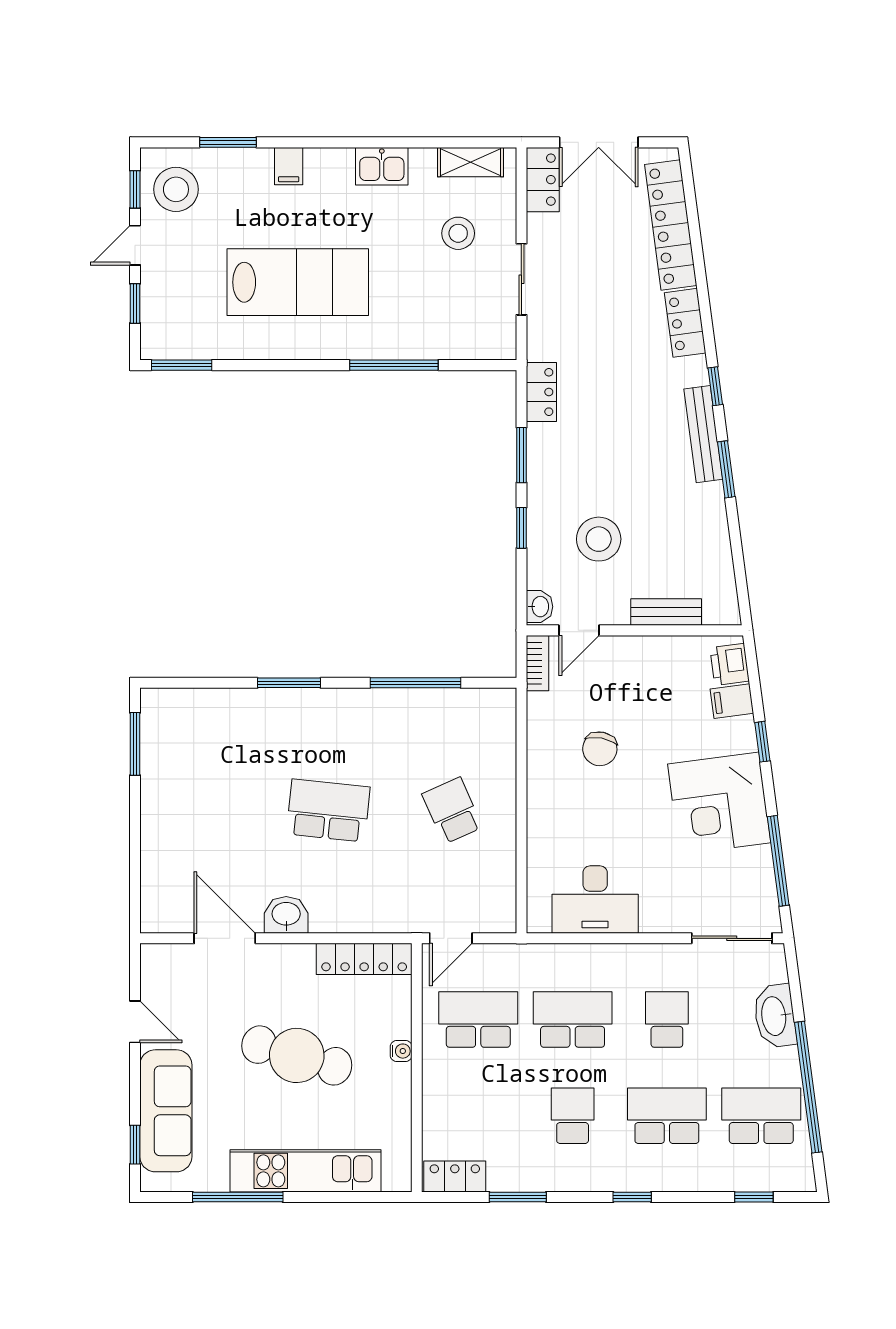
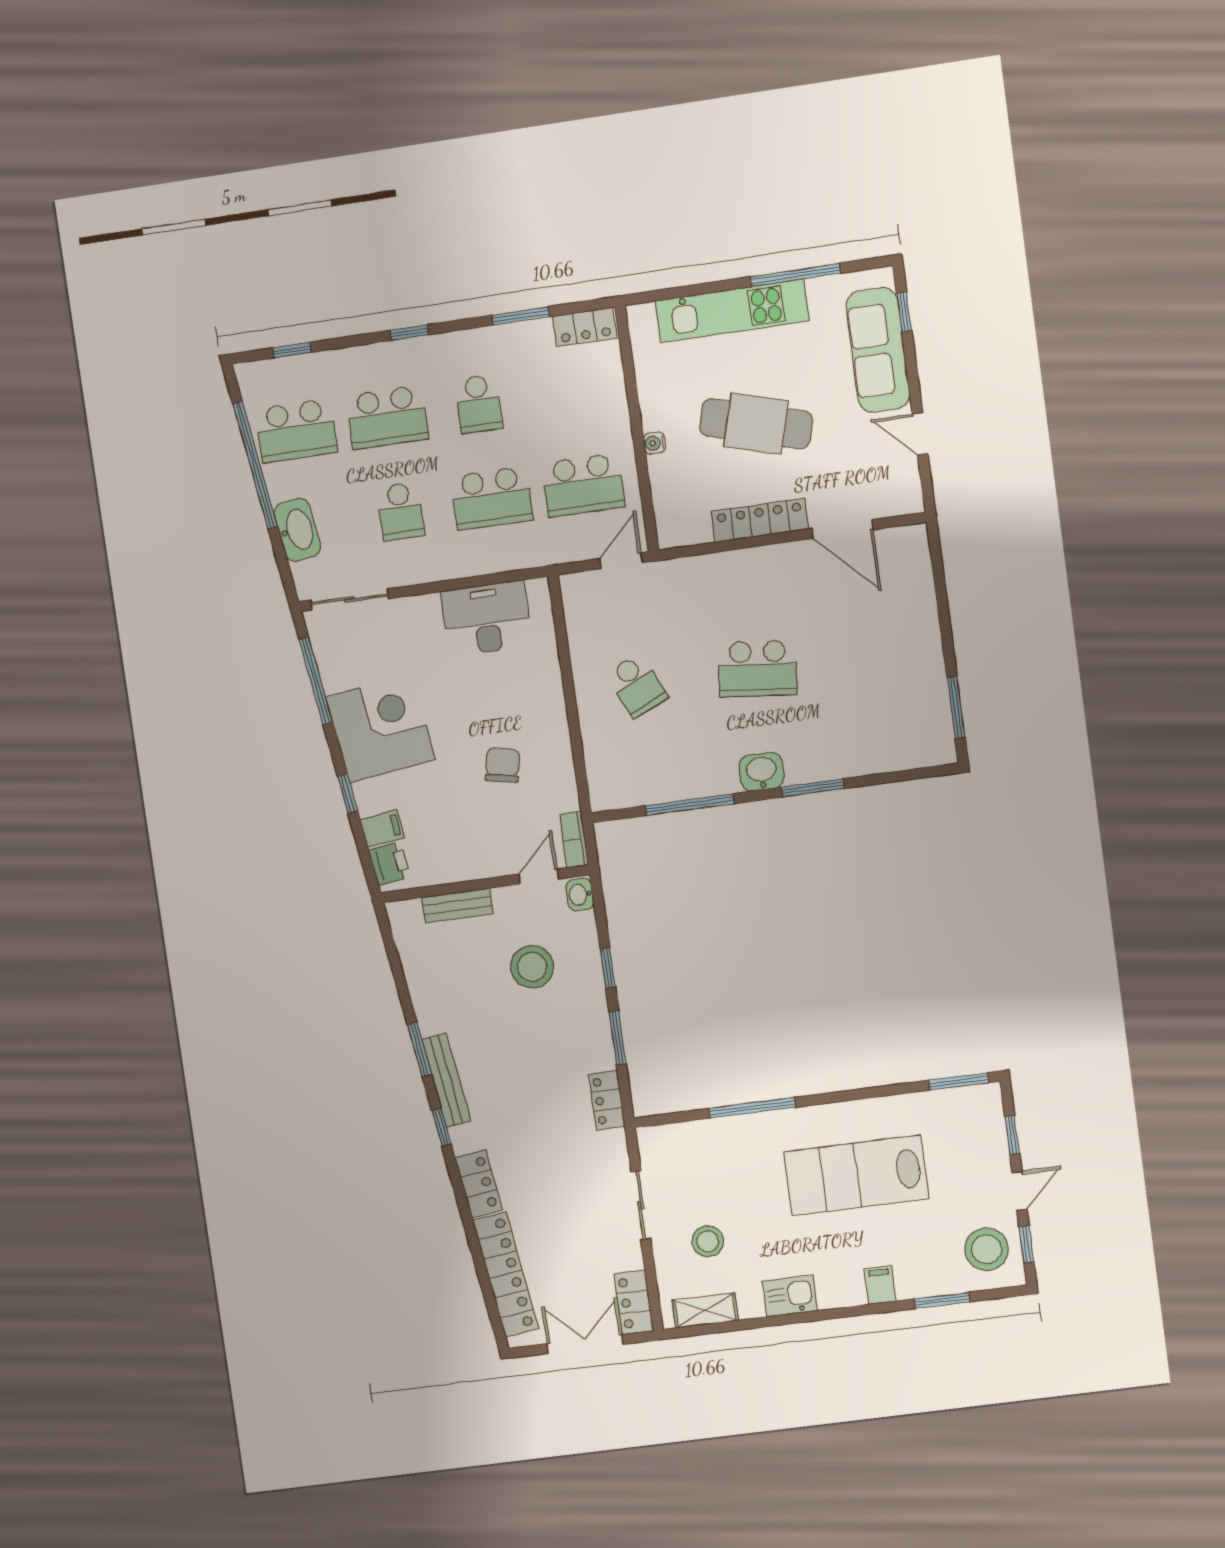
washbasin: (286, 915) -> (761, 772), moved, turned 180
locker: (364, 959) -> (760, 520), moved

